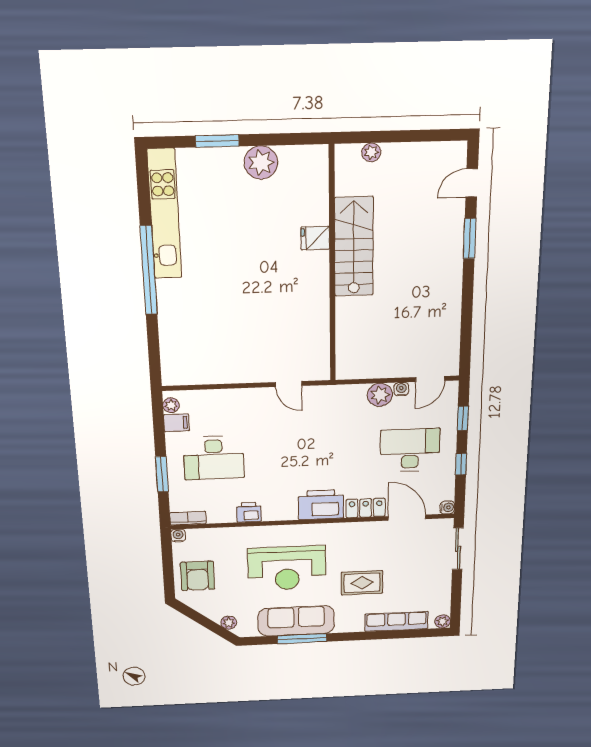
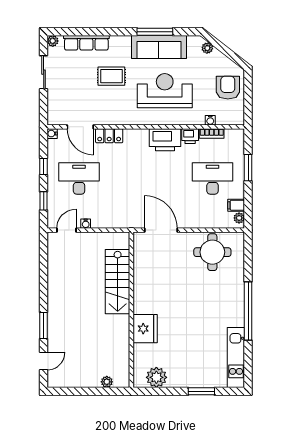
plant: (261, 163) -> (156, 377), moved
kitchen unit: (165, 214) -> (236, 358), width x0.73
fridge: (315, 238) -> (145, 329), width x1.88, depth x1.34
stairs: (354, 247) -> (118, 282), moved
round table: (209, 355) -> (212, 252), added
door: (288, 384) -> (161, 230), width x1.87
plant: (380, 395) -> (100, 220), removed
desk: (410, 450) -> (79, 178), turned 180
printer: (321, 505) -> (165, 140), moved
bookcase: (188, 518) -> (212, 133), moved
water cooler: (178, 536) -> (210, 120), moved
sliding door: (458, 549) -> (44, 72), moved

